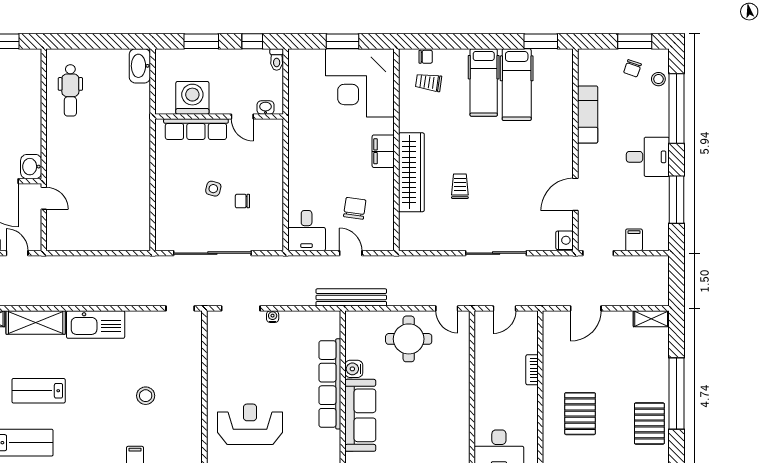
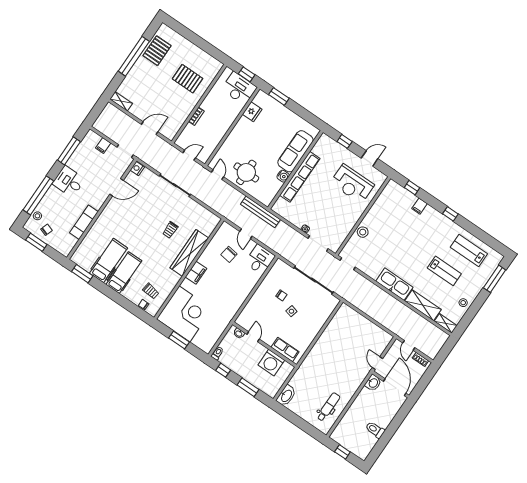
row of seats: (196, 129) -> (285, 350), width x0.68
stool: (146, 396) -> (363, 232), moved
pallet: (580, 414) -> (188, 79), turned 90
fridge: (458, 429) -> (252, 112), added

